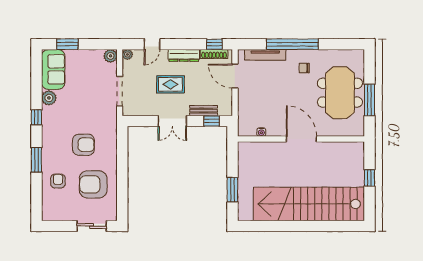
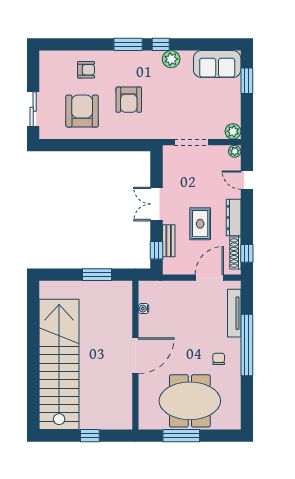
rug: (170, 84) -> (200, 224), moved
plant: (49, 98) -> (171, 59), moved
window: (36, 160) -> (128, 44), moved
window: (232, 190) -> (97, 275), moved

